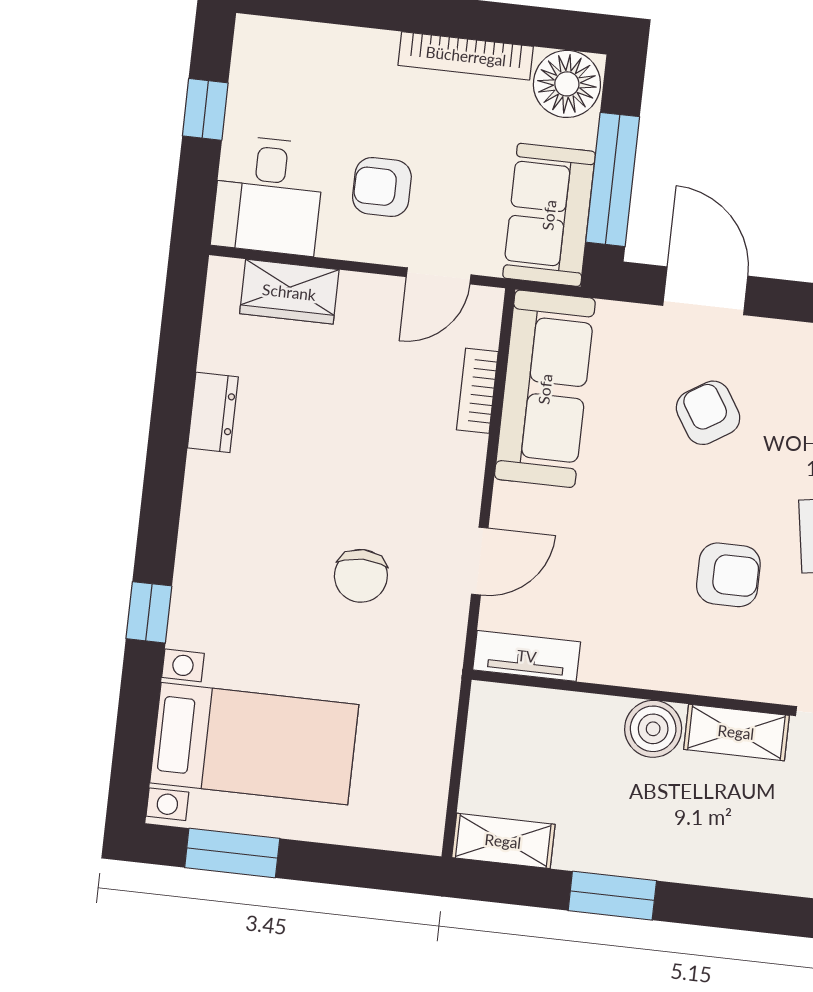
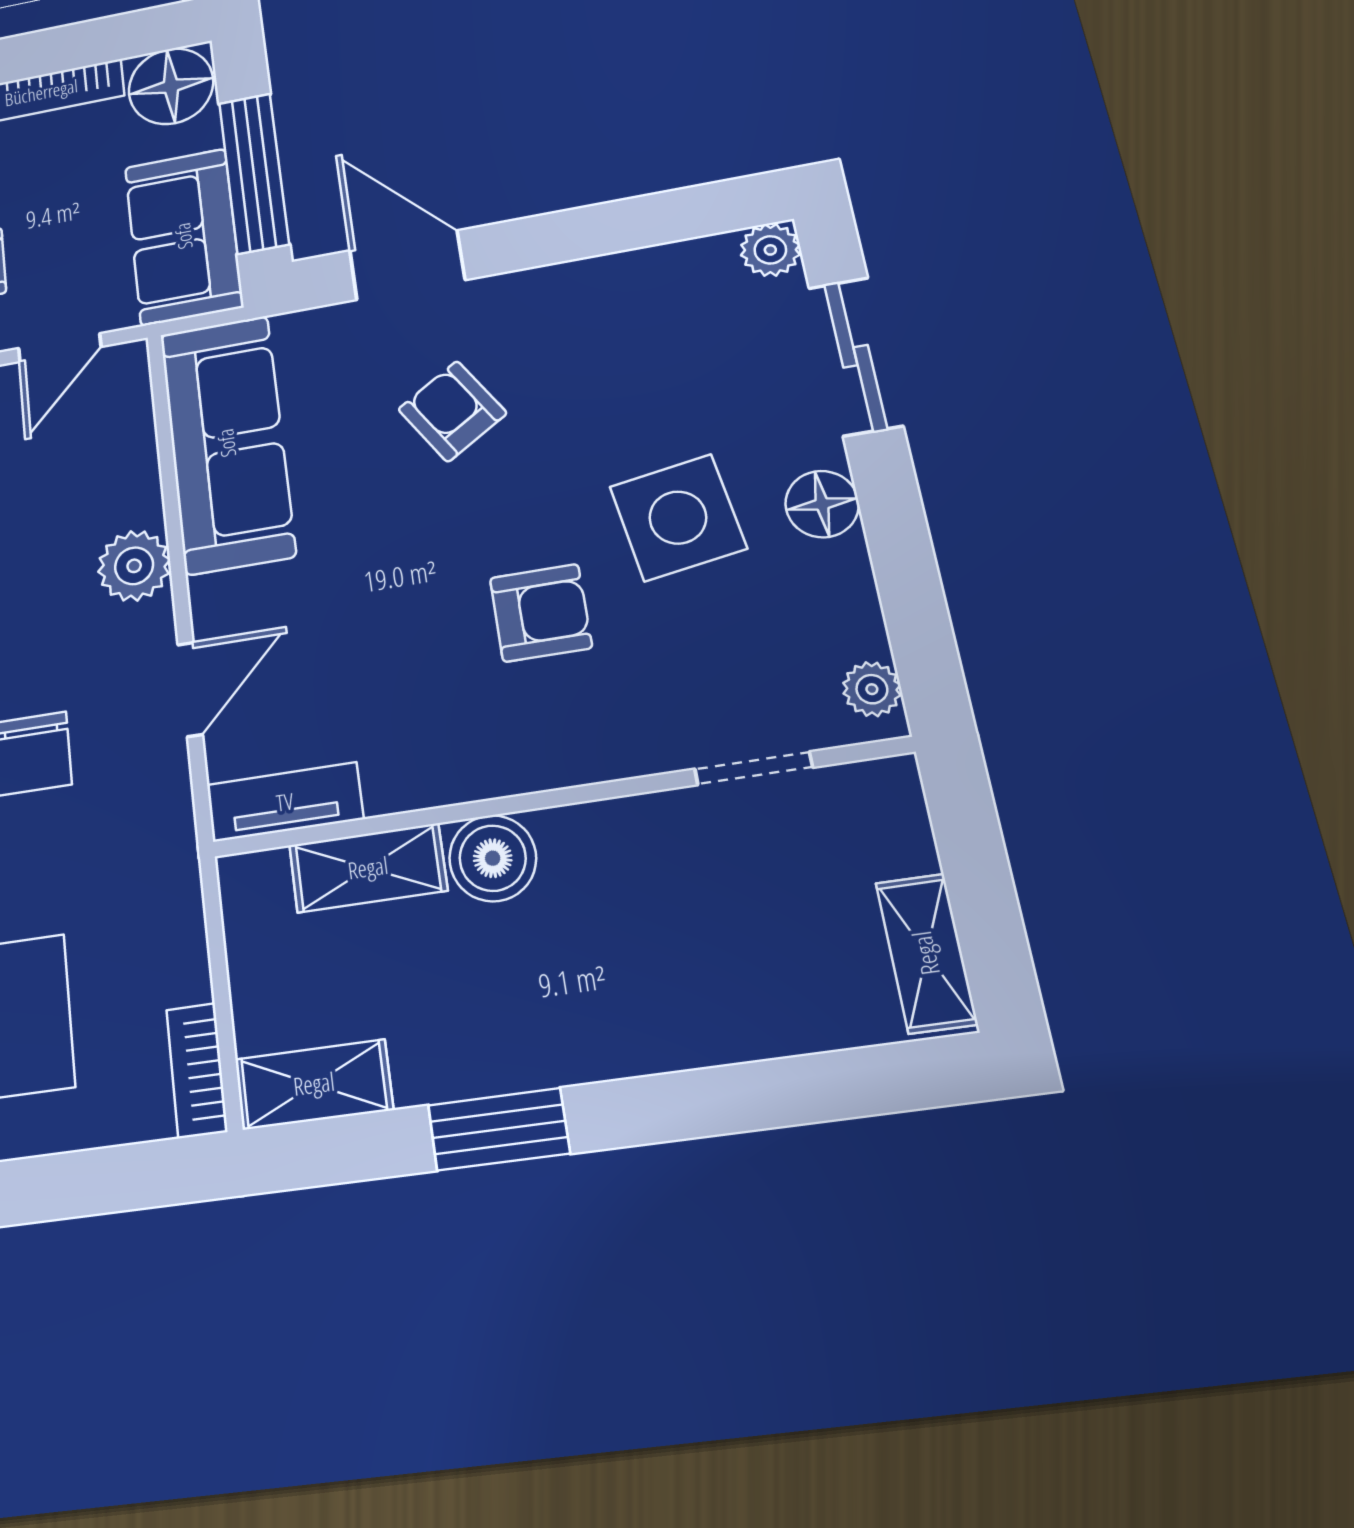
bookcase: (477, 391) -> (197, 1070), moved
plant: (459, 461) -> (134, 566), added
shelving: (736, 732) -> (368, 868), moved

